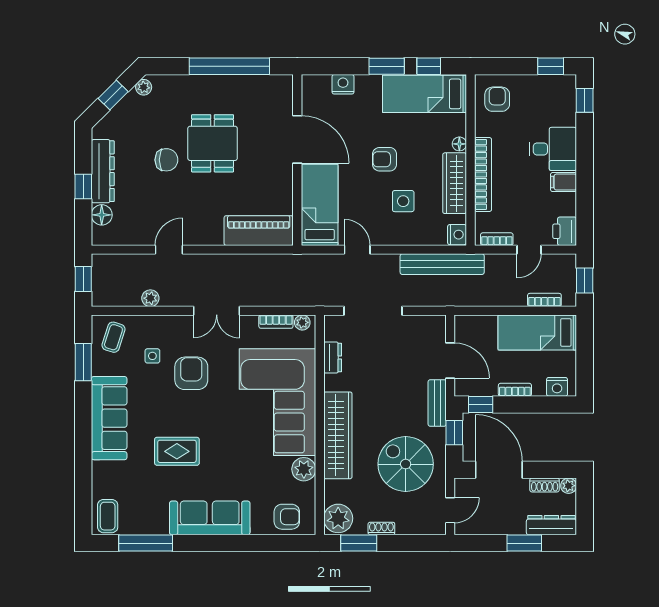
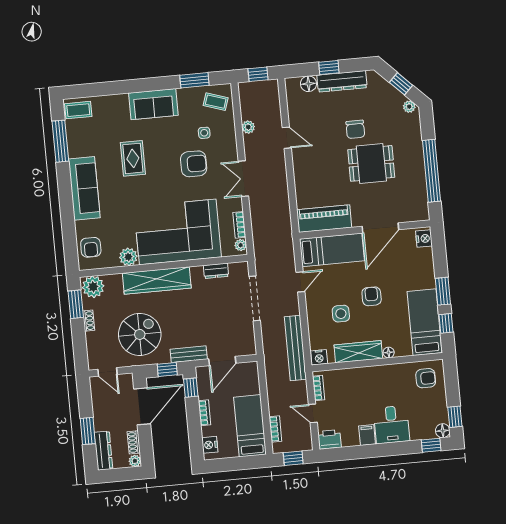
nightstand: (343, 84) -> (424, 238), moved
floor lamp: (567, 84) -> (443, 431), added
bookcase: (483, 174) -> (367, 373), removed
piano: (259, 231) -> (324, 219), moved, turned -90
sofa: (109, 418) -> (153, 104), width x0.73

